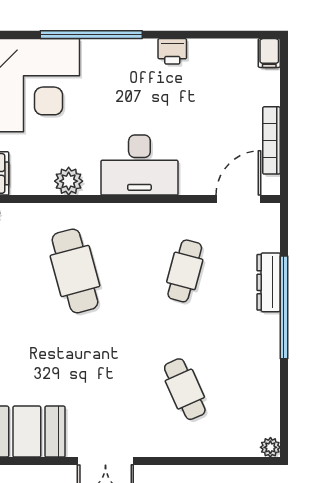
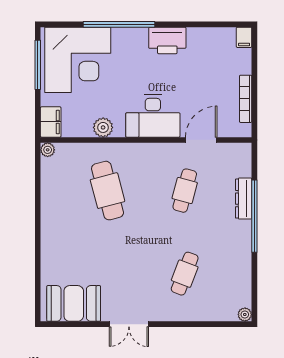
printer: (172, 51) -> (167, 40), width x1.87, depth x1.48
door: (238, 199) -> (201, 140), moved
cafe table: (185, 389) -> (185, 274), turned 45

